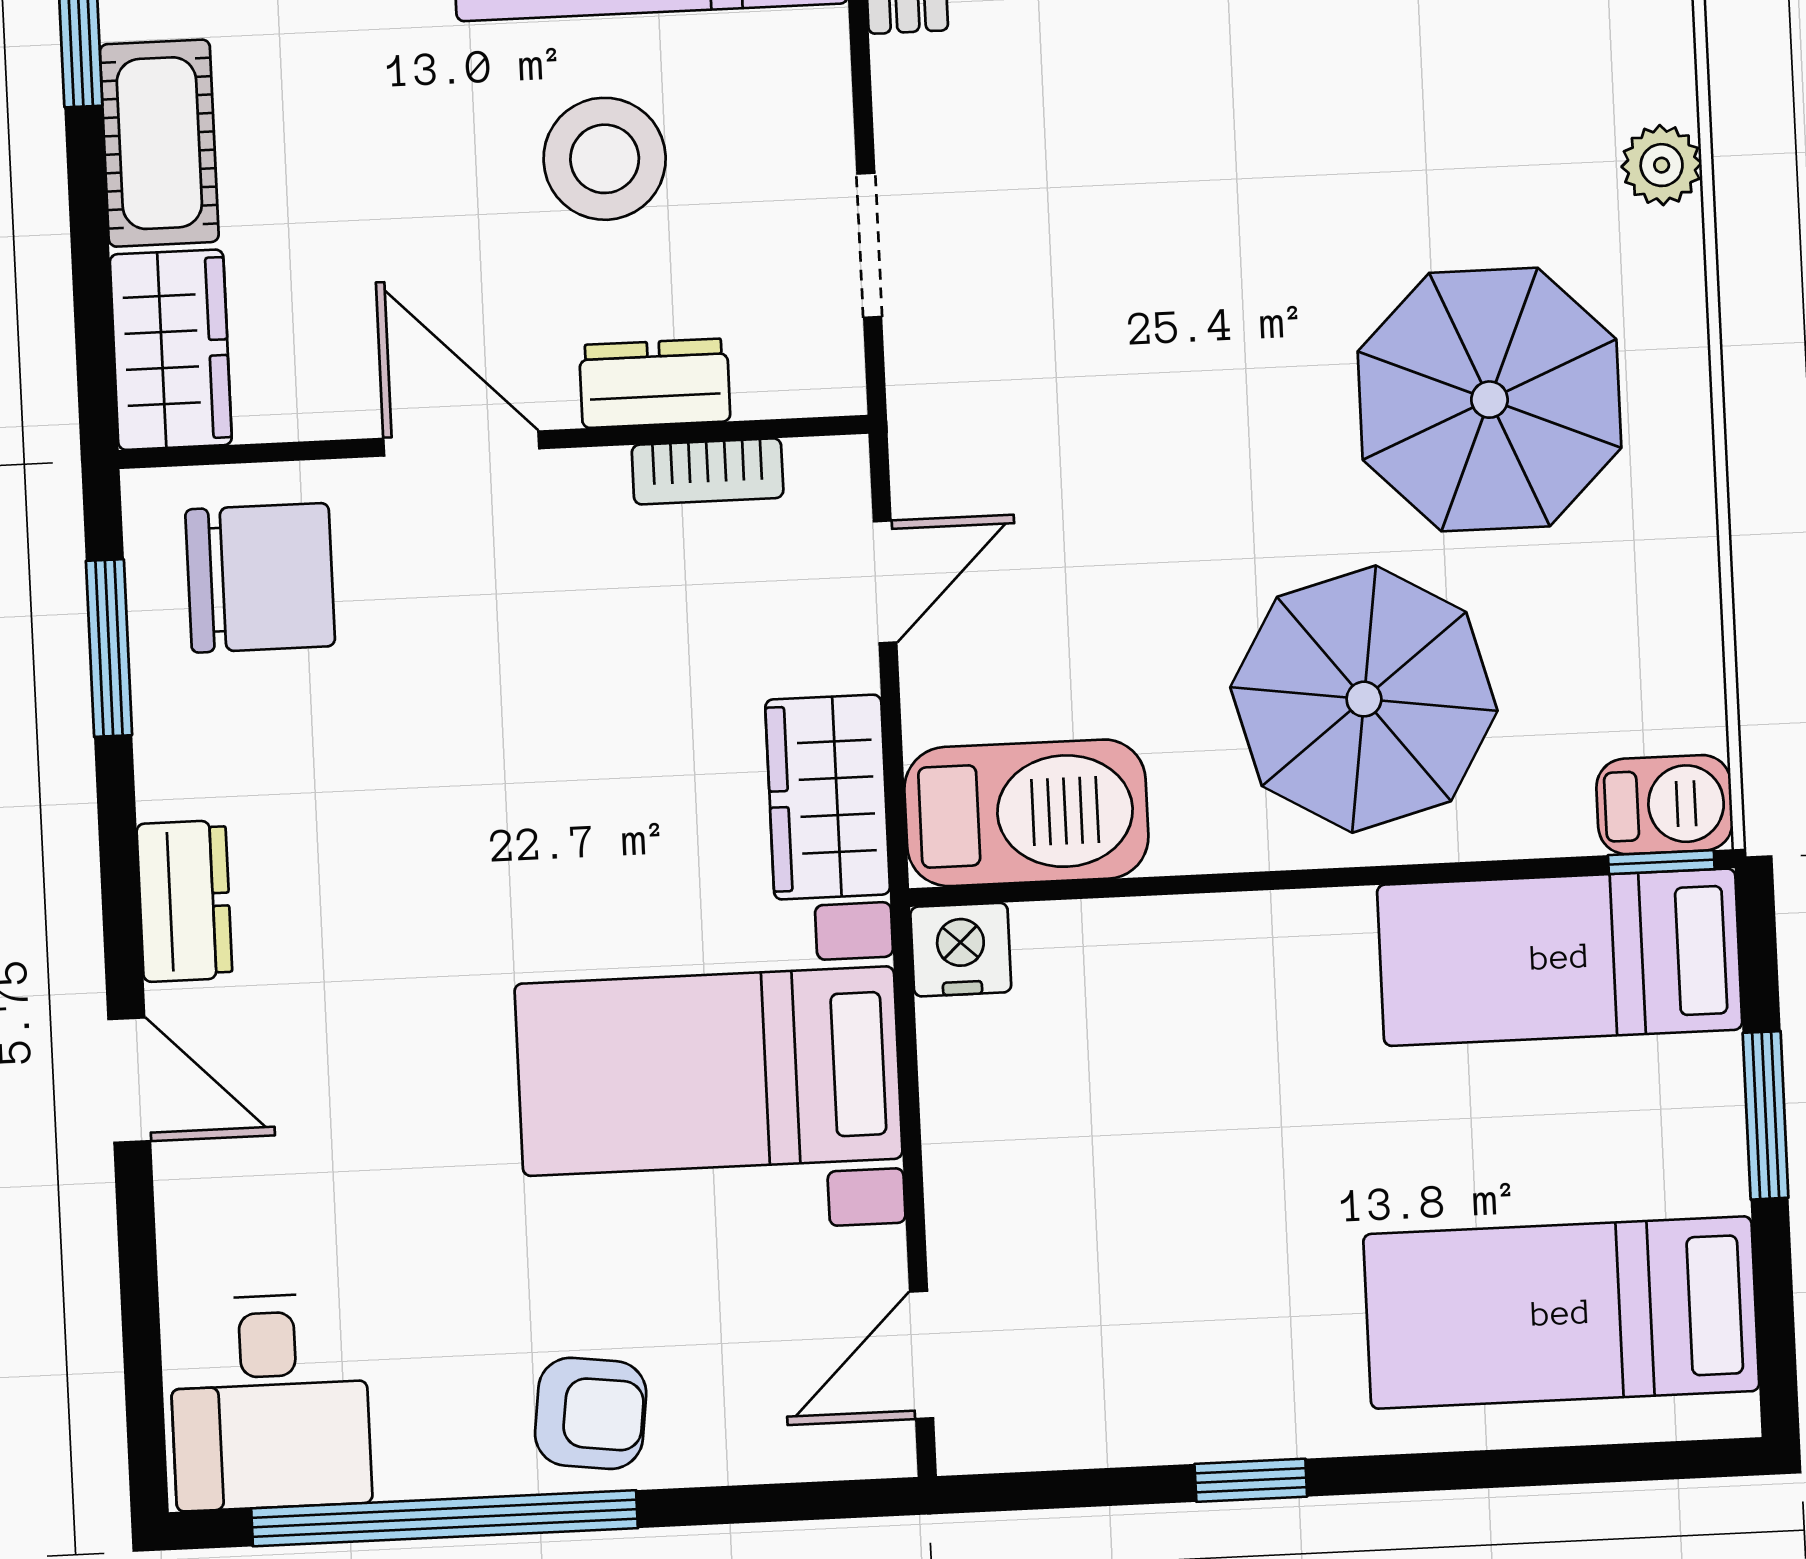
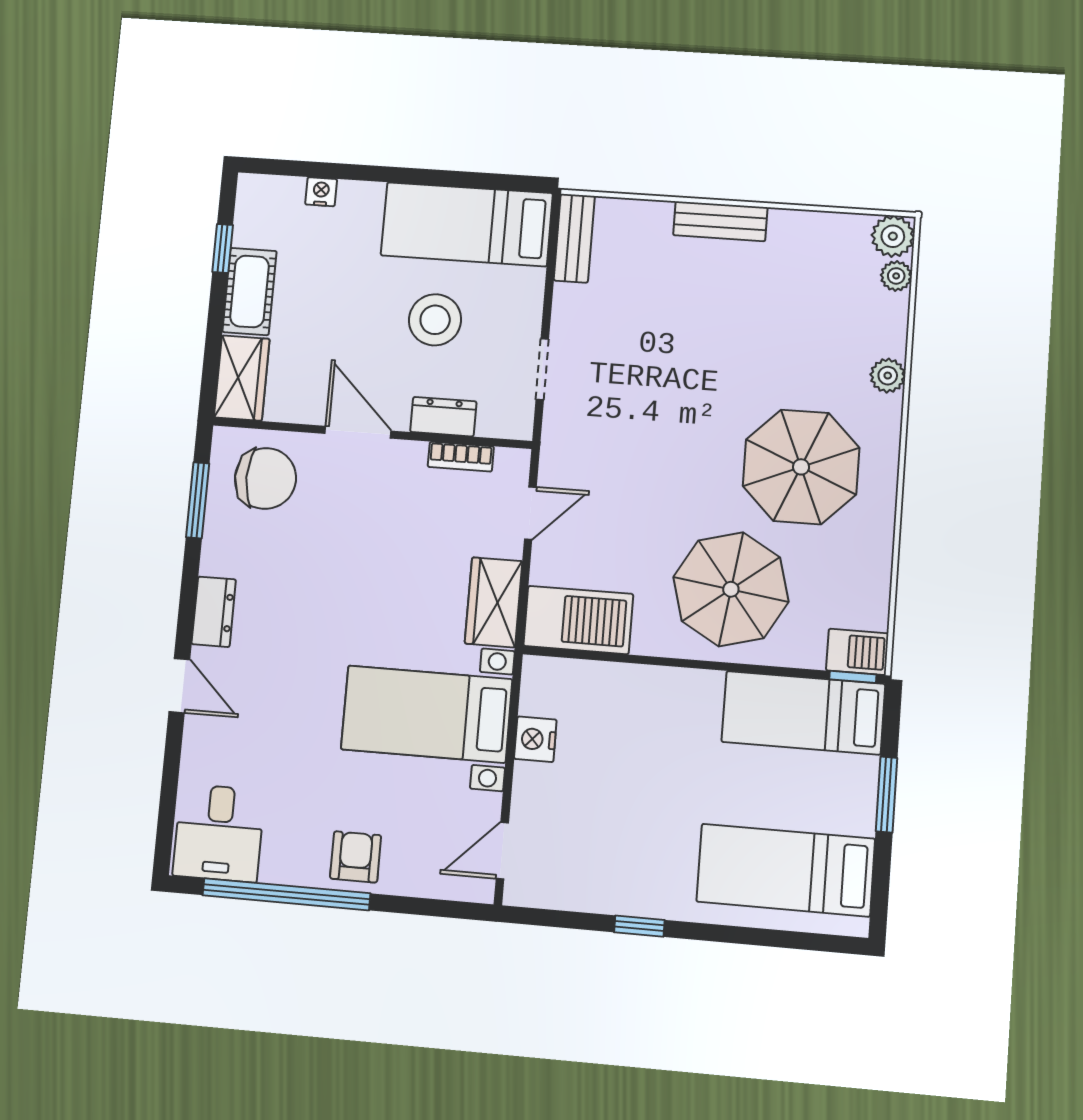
nightstand: (961, 950) -> (535, 739), moved, turned -90
armchair: (591, 1413) -> (356, 857), turned -97

